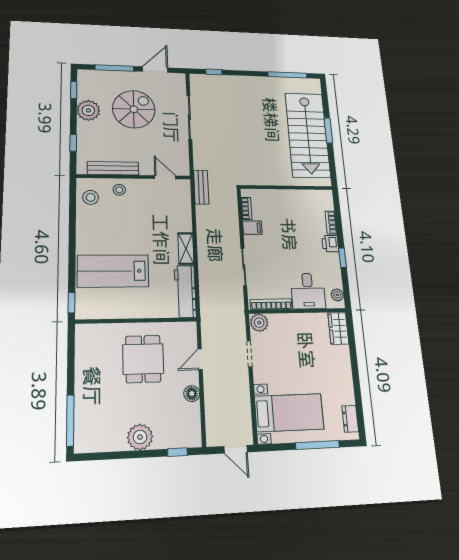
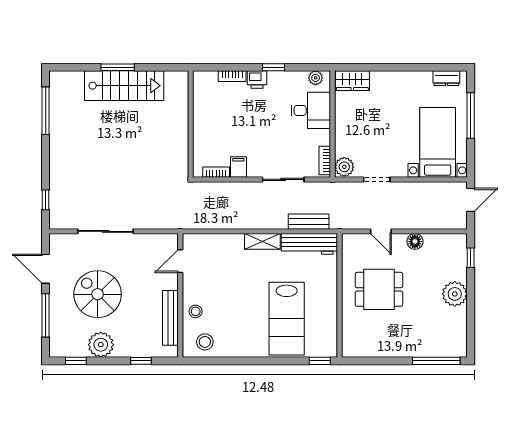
stairs: (308, 135) -> (124, 86), width x0.73, depth x0.66
bench: (201, 187) -> (309, 222), moved
bookcase: (271, 304) -> (325, 161), width x0.64

